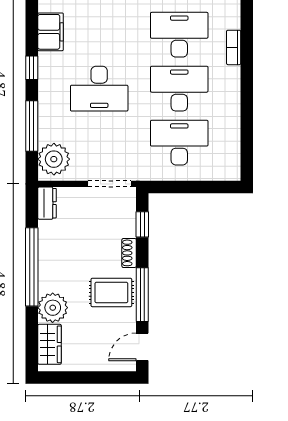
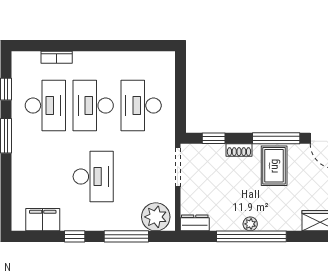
desk: (179, 35) -> (45, 106), turned 180
plant: (53, 308) -> (250, 224), moved, width x0.53, depth x0.53

